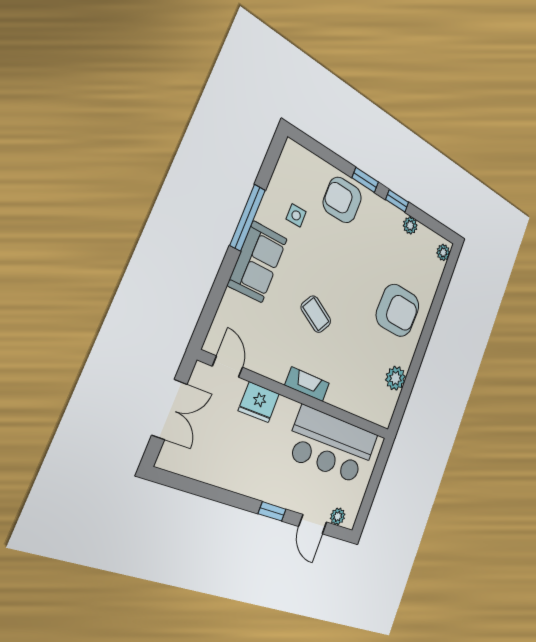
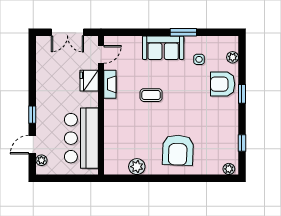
armchair: (342, 200) -> (223, 84), turned -90
window: (397, 201) -> (242, 143), moved
window: (248, 218) -> (183, 32), width x0.69
plant: (410, 225) -> (233, 57), moved
coffee table: (316, 314) -> (151, 95), turned 60
fireplace: (307, 384) -> (110, 84), moved

